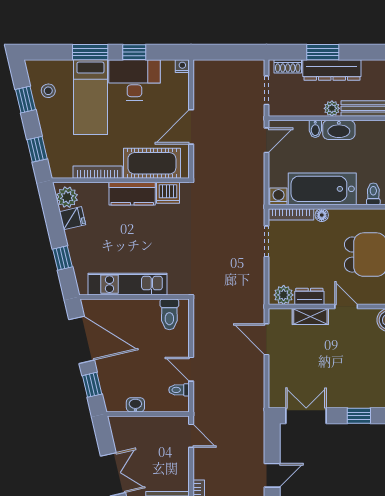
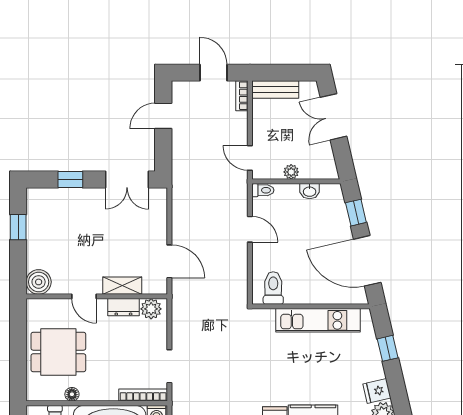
floor lamp: (322, 215) -> (72, 394), moved
toilet: (179, 390) -> (263, 190), moved
plant: (153, 423) -> (291, 172), added

